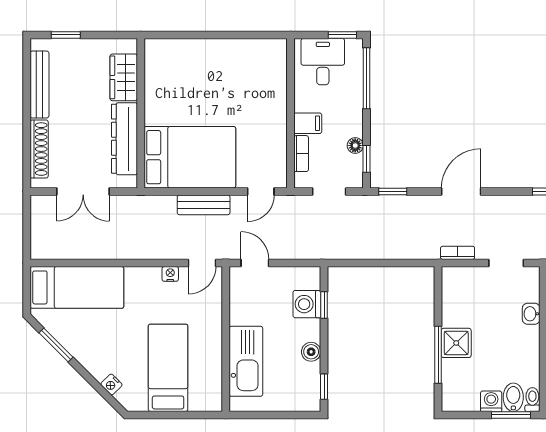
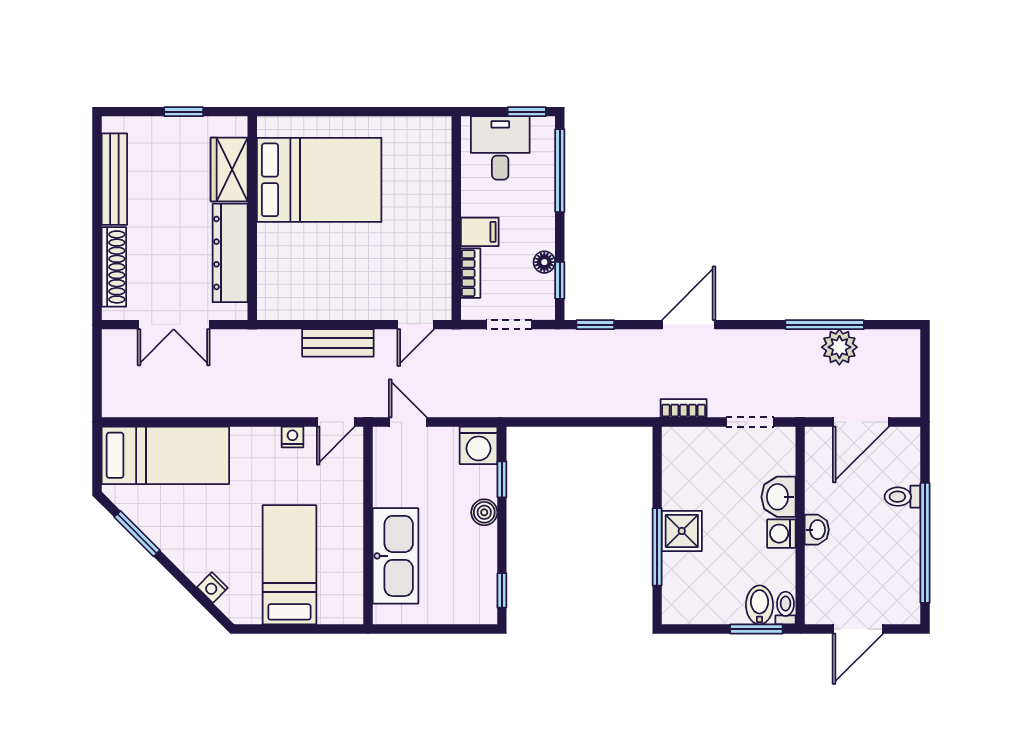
window: (66, 35) -> (184, 112), moved
bed: (190, 157) -> (319, 180), moved
washing machine: (307, 304) -> (479, 445), moved, turned -90
washbasin: (531, 314) -> (779, 497), width x1.38, depth x1.45
boiler: (311, 352) -> (484, 512), moved
washing machine: (491, 401) -> (781, 534), moved, turned -90

